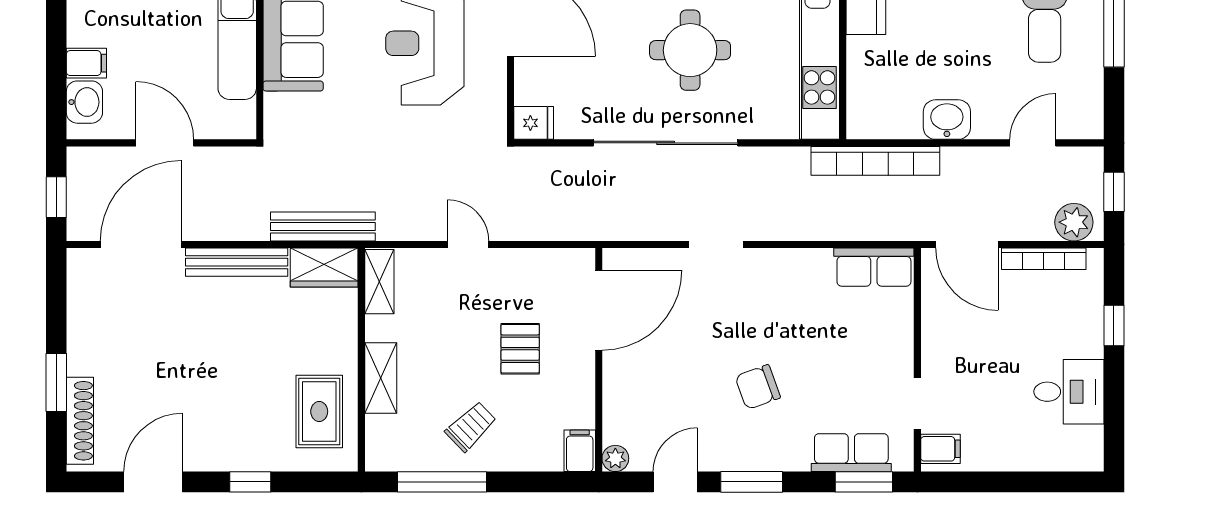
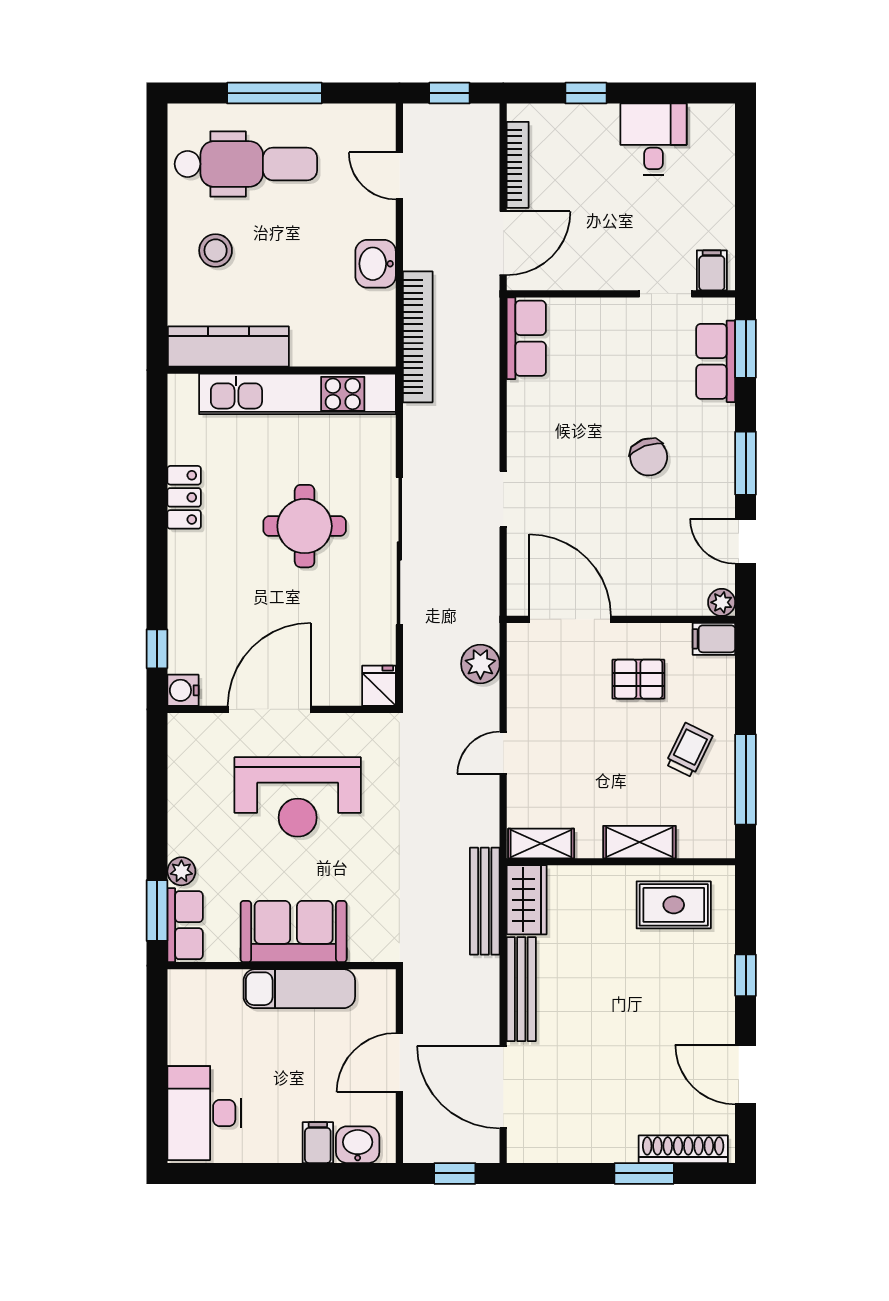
plant: (1074, 222) -> (480, 664), moved
pallet: (520, 349) -> (638, 679), moved
trolley: (471, 426) -> (689, 750), turned 70

